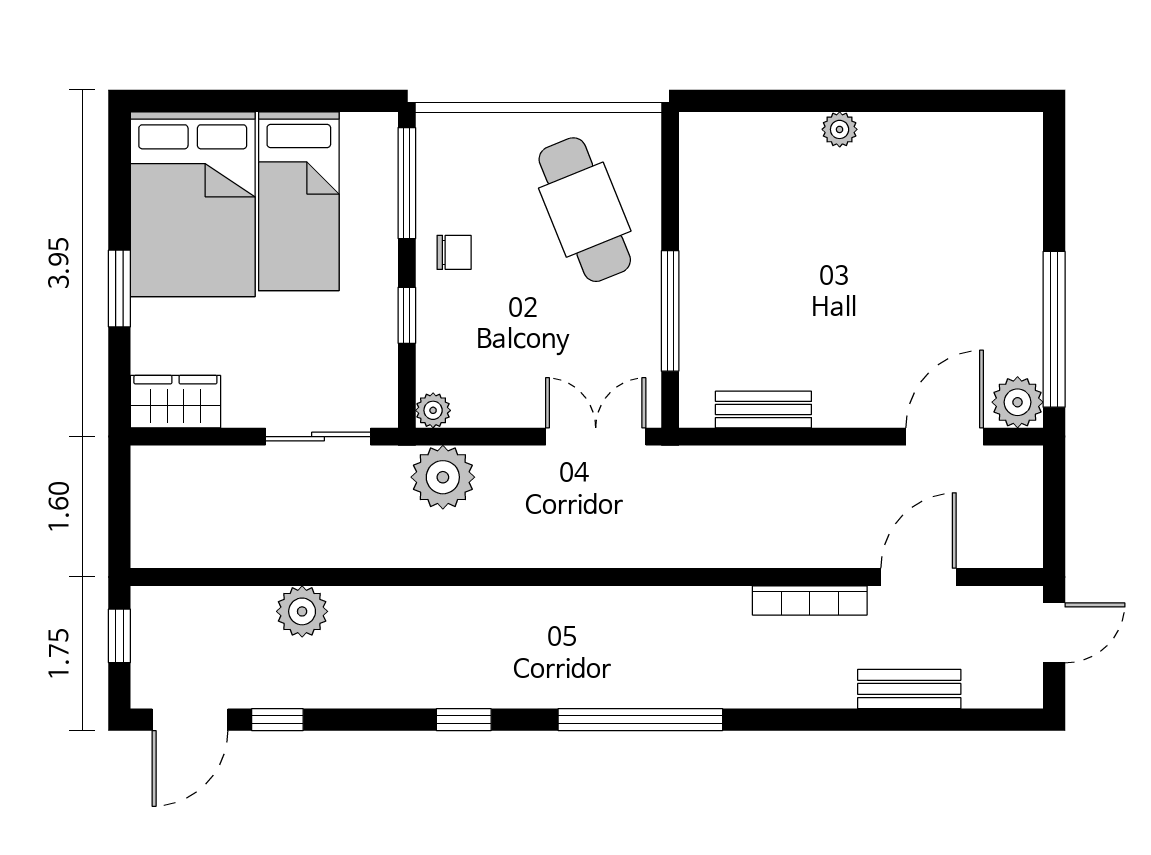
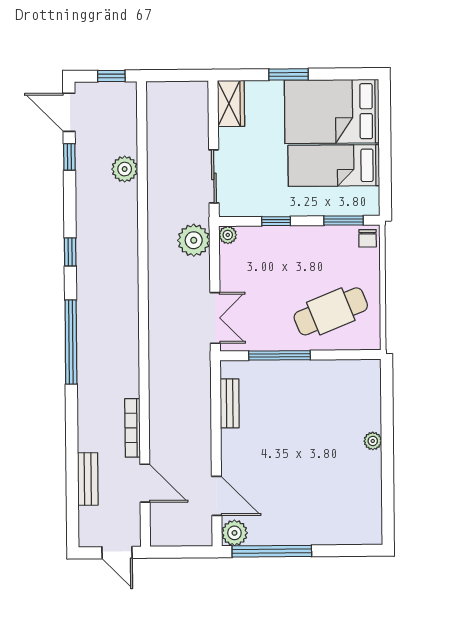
window: (407, 183) -> (344, 221), width x0.69
chair: (454, 252) -> (368, 238), moved

